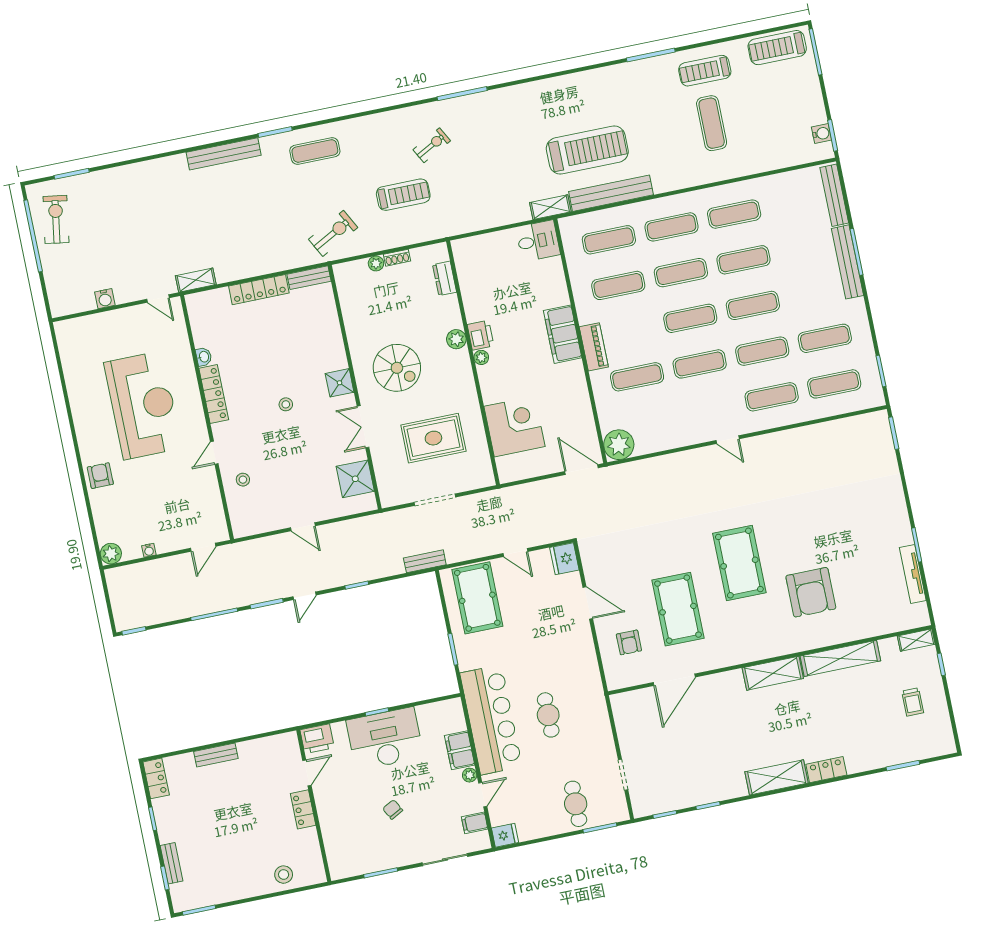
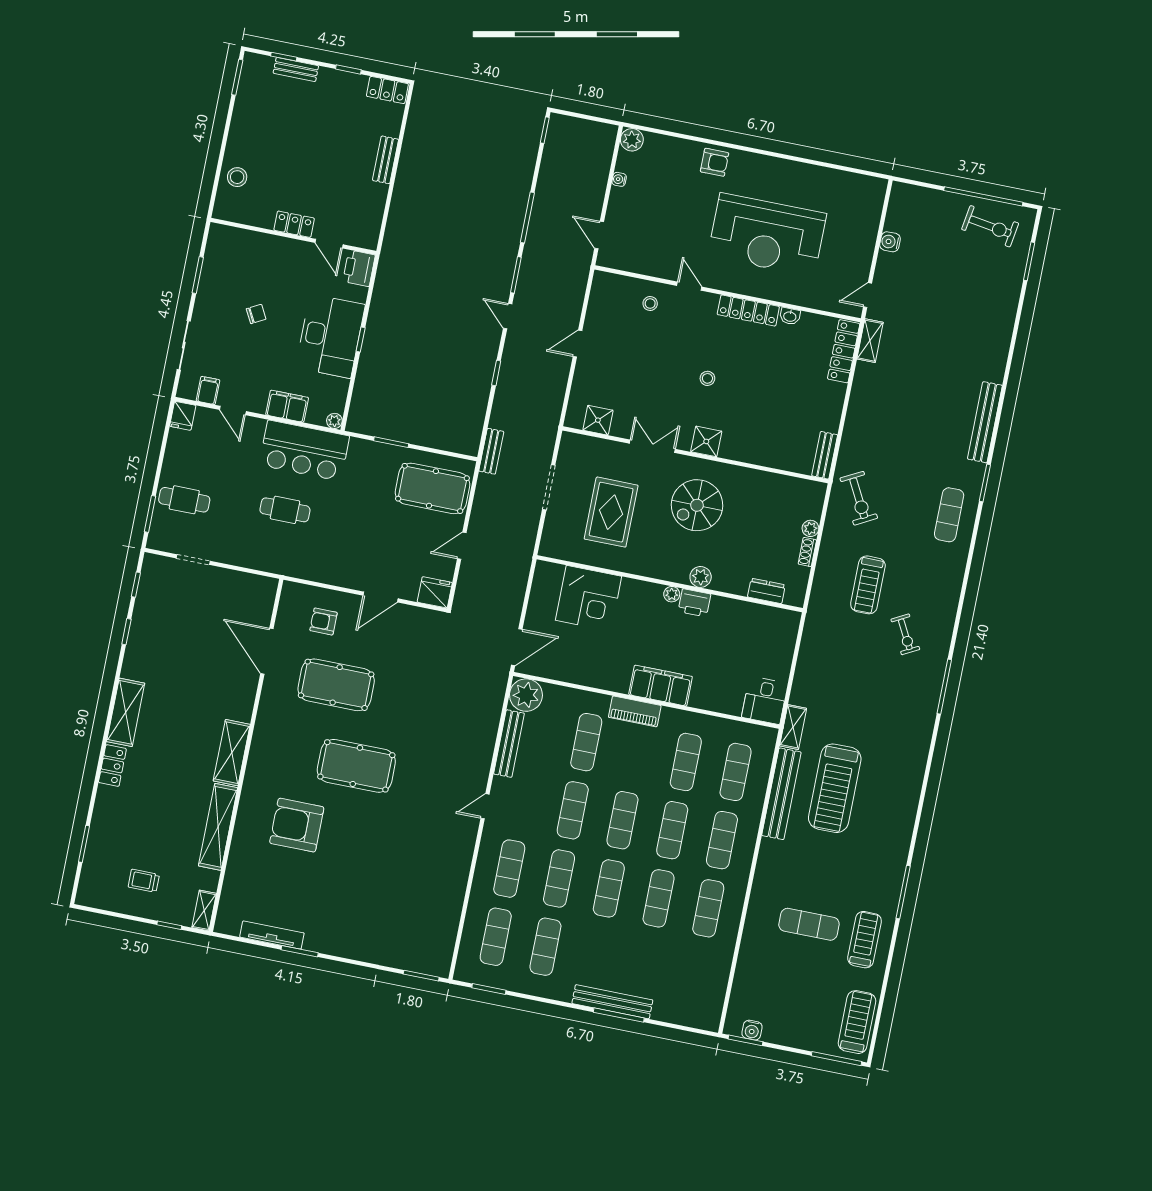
bench: (834, 195) -> (509, 744), moved, turned 90
locker: (259, 290) -> (844, 351), moved
shower: (355, 479) -> (598, 420), width x0.73, depth x0.73
bar counter: (491, 720) -> (304, 451), width x0.73
plant: (470, 775) -> (334, 421), moved

